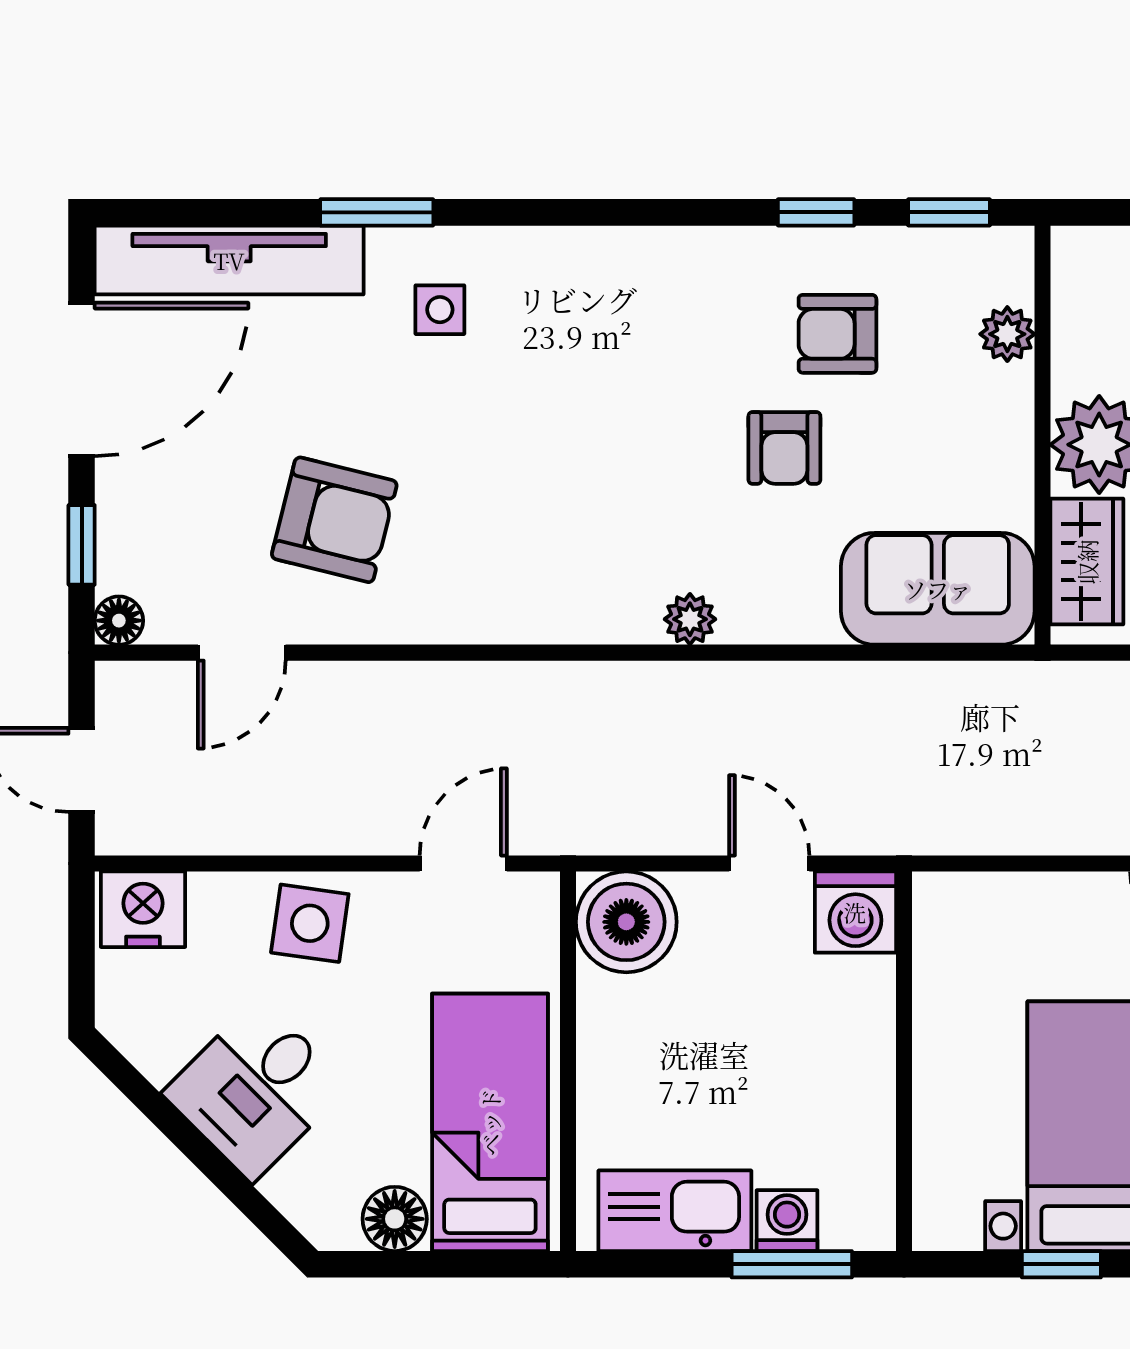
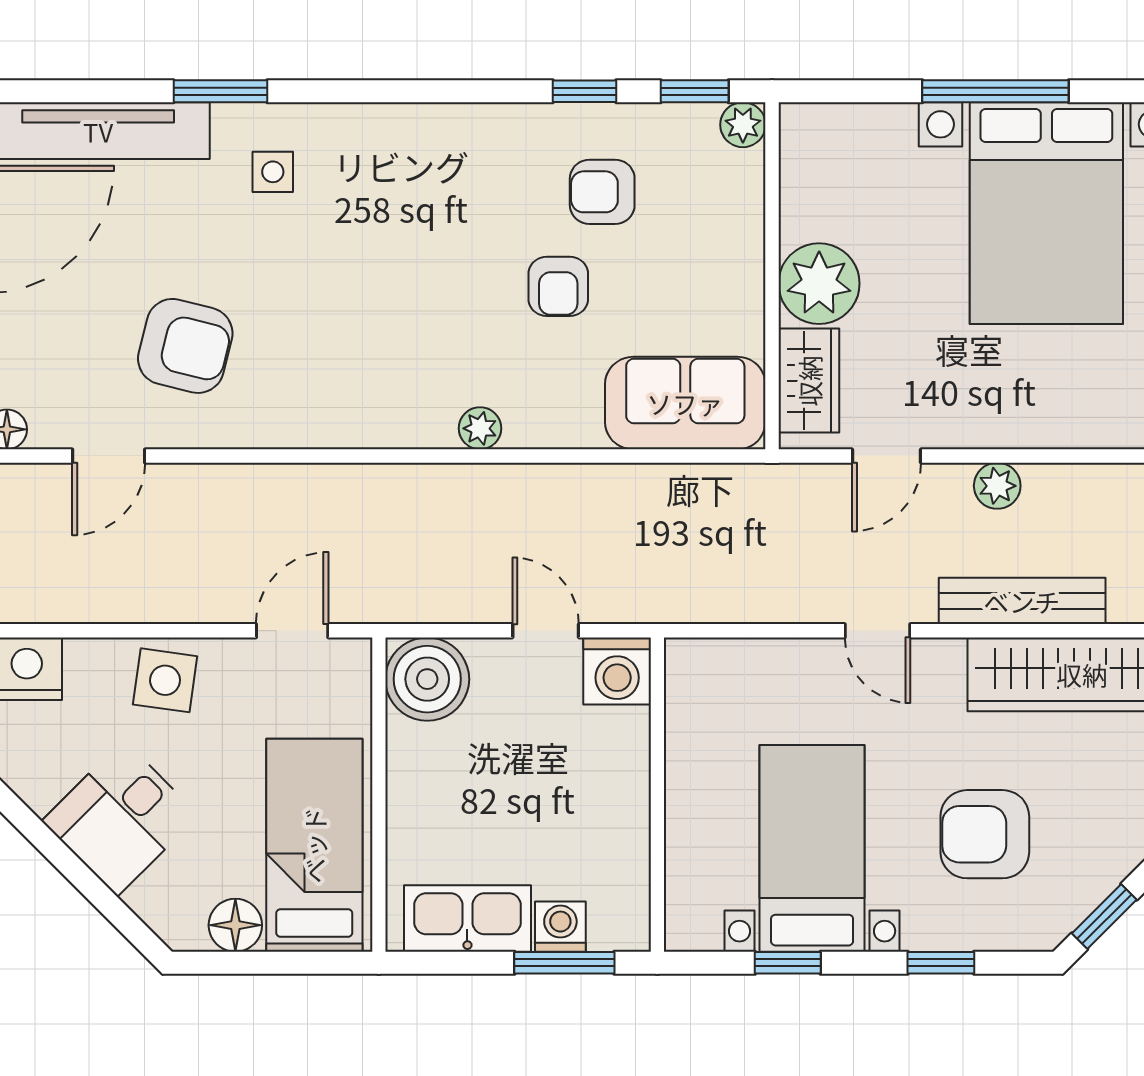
plant: (1007, 334) -> (743, 125), moved

